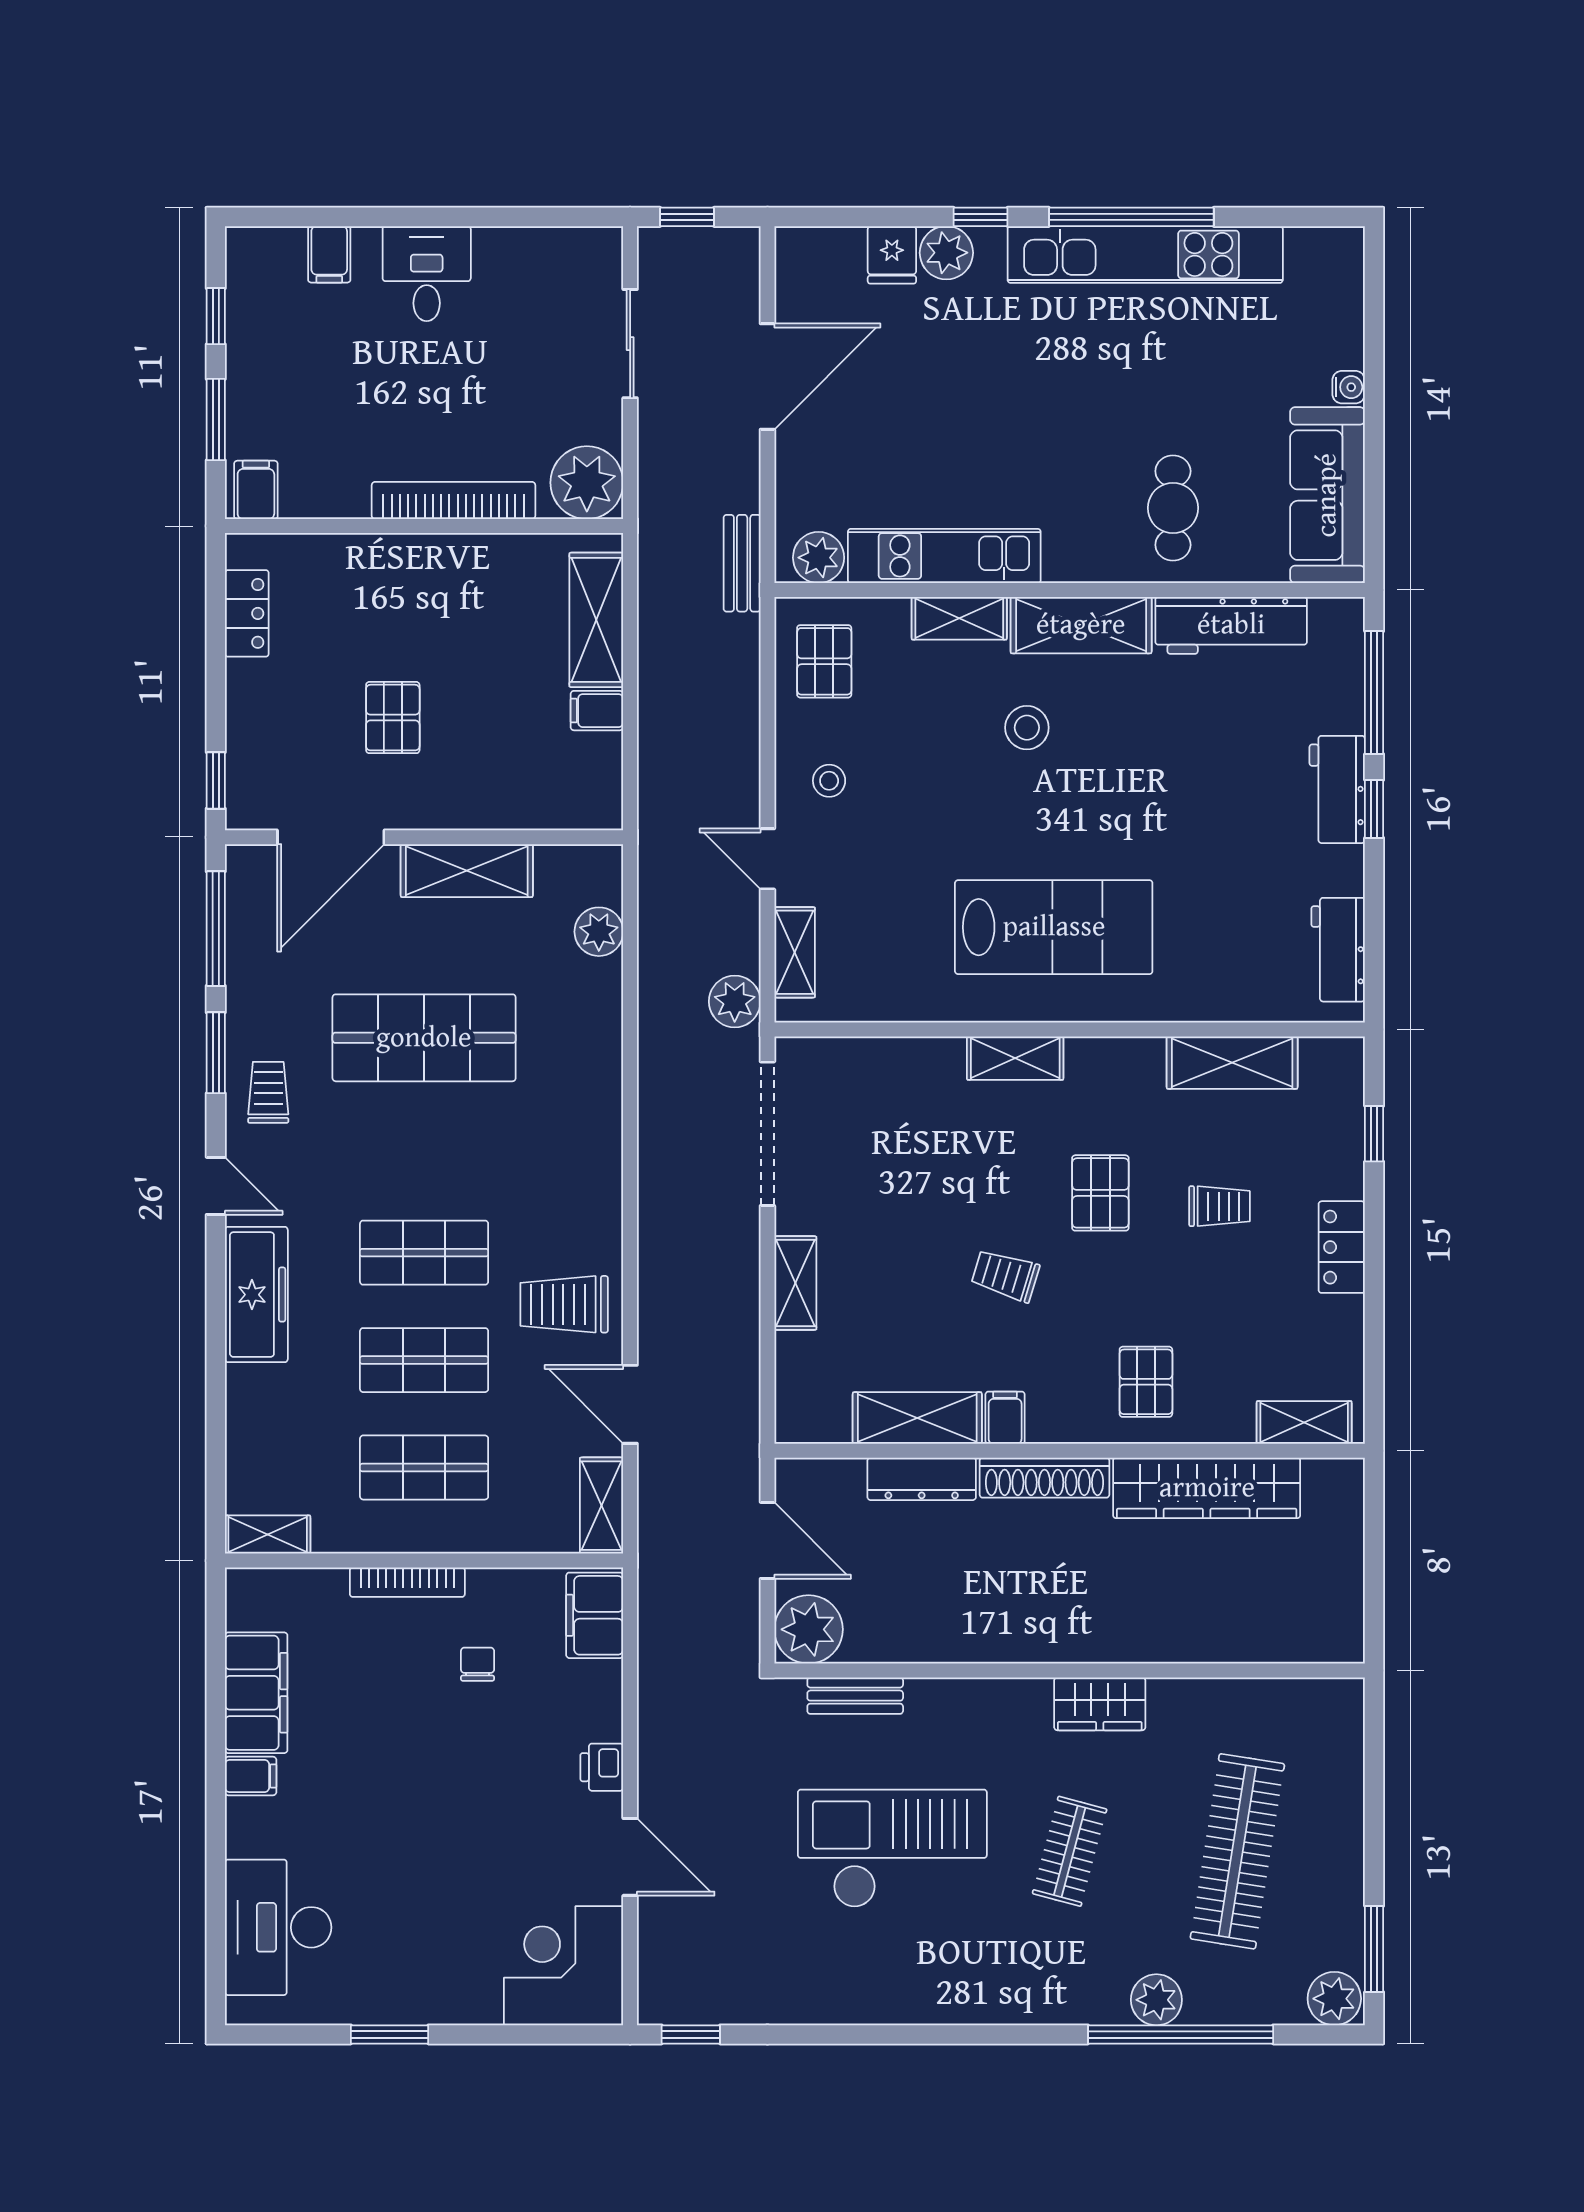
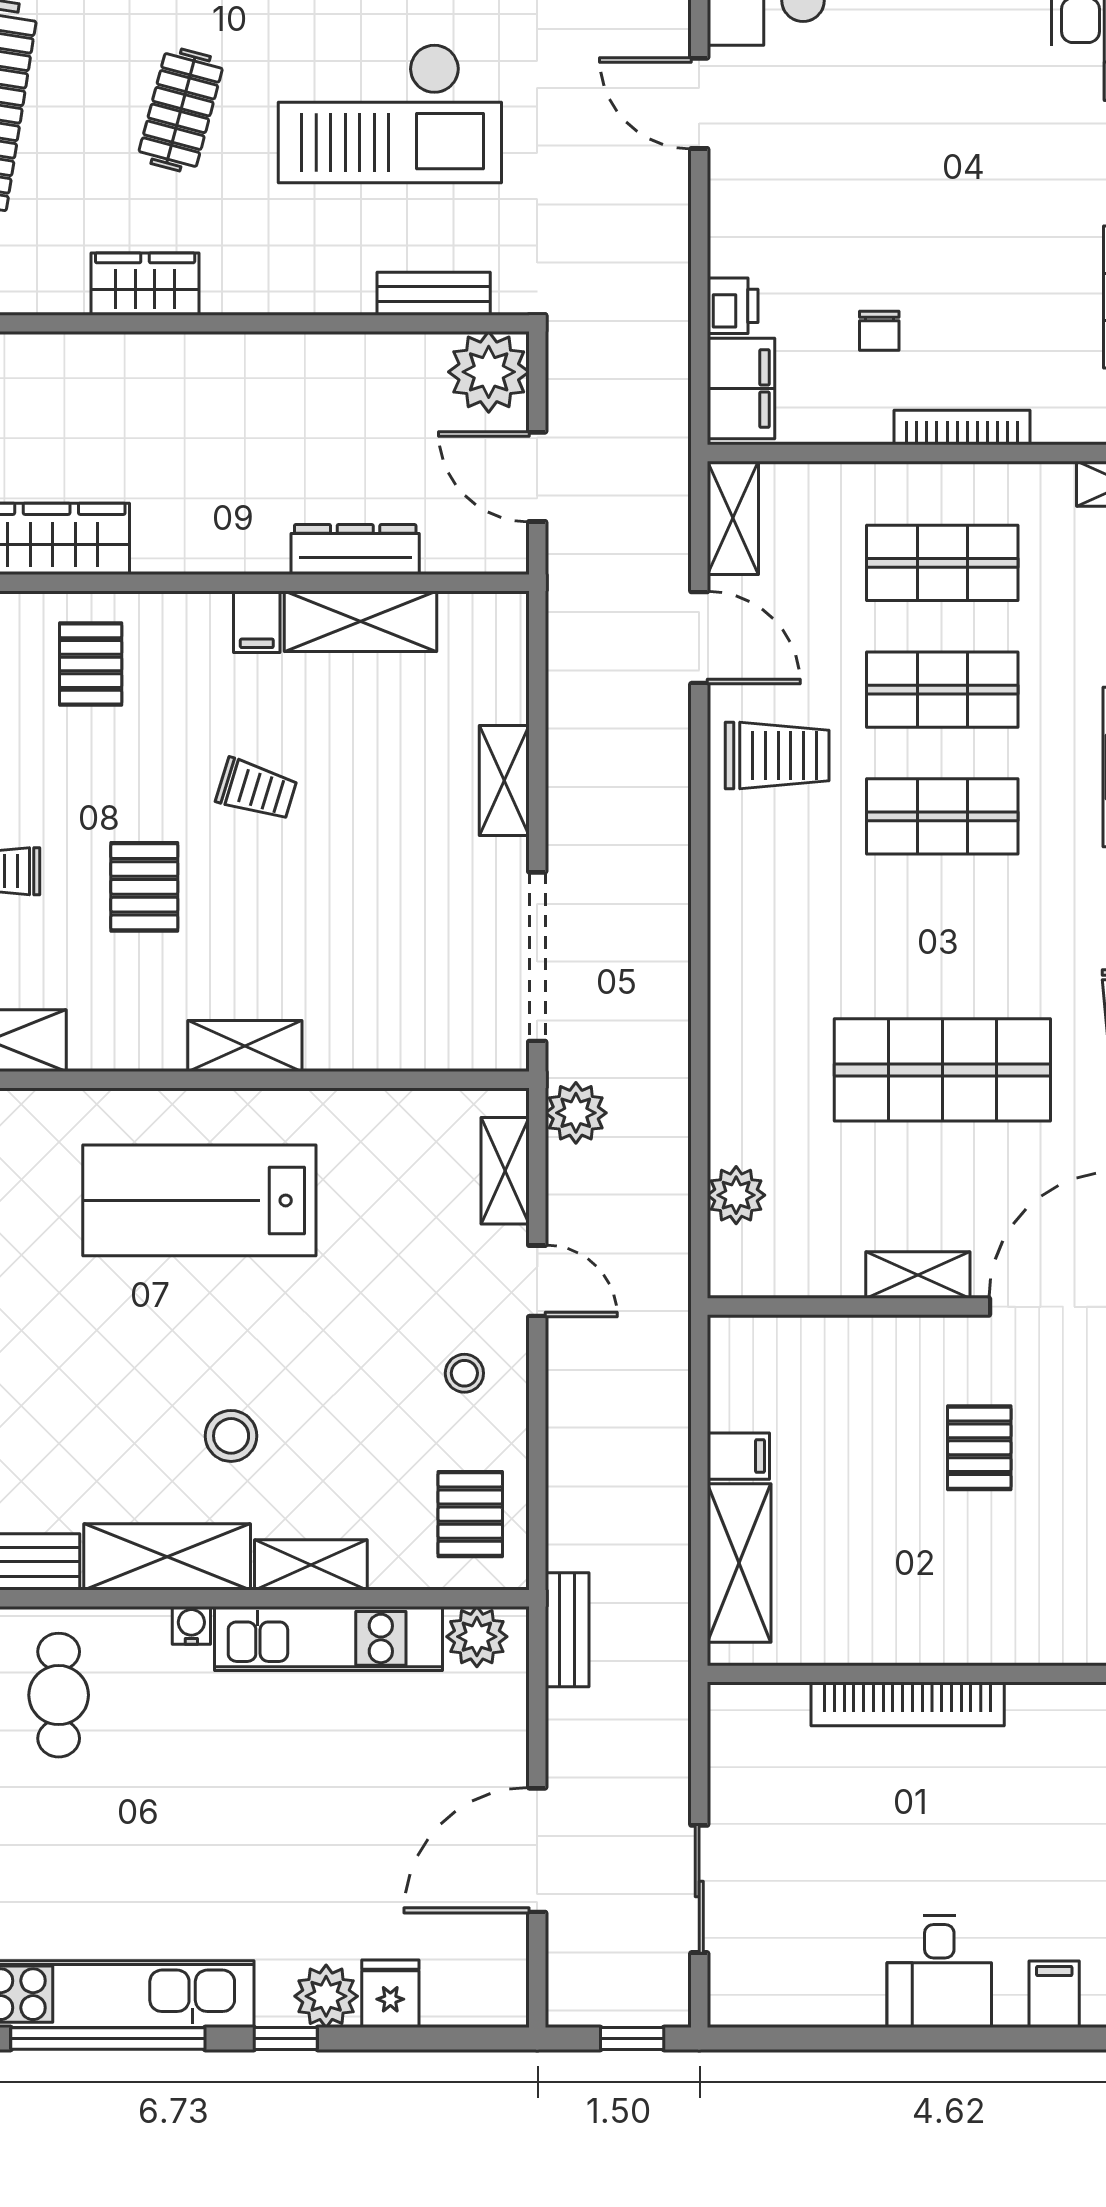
plant: (587, 483) -> (750, 1725), removed
water cooler: (1061, 567) -> (191, 1625), added
shelving: (467, 871) -> (918, 1275), width x0.67, depth x0.75
shoe rack: (1044, 1478) -> (210, 551), removed
printer: (602, 1767) -> (733, 306), moved

